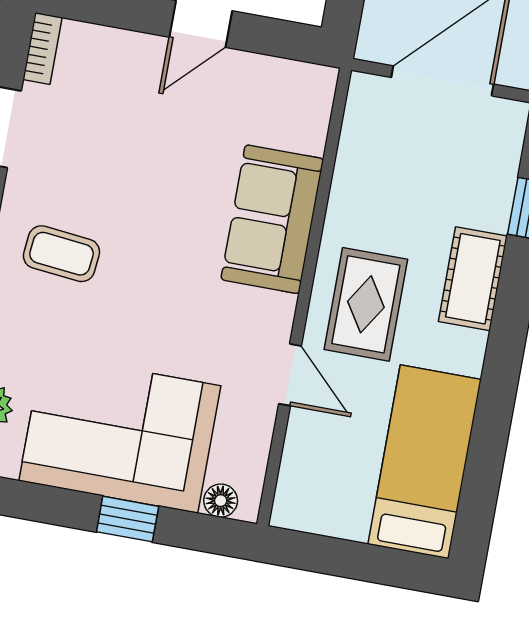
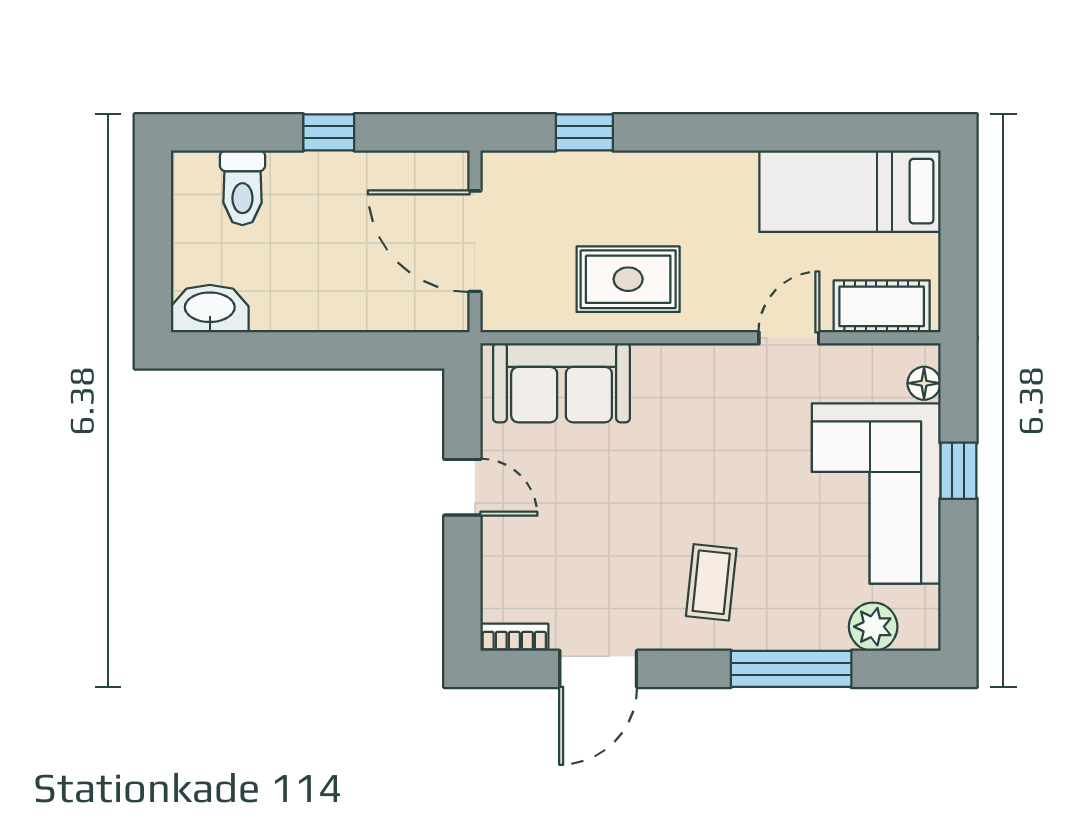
sofa: (272, 219) -> (562, 383), moved
cot: (473, 279) -> (882, 306), moved
rug: (366, 304) -> (628, 279), moved

